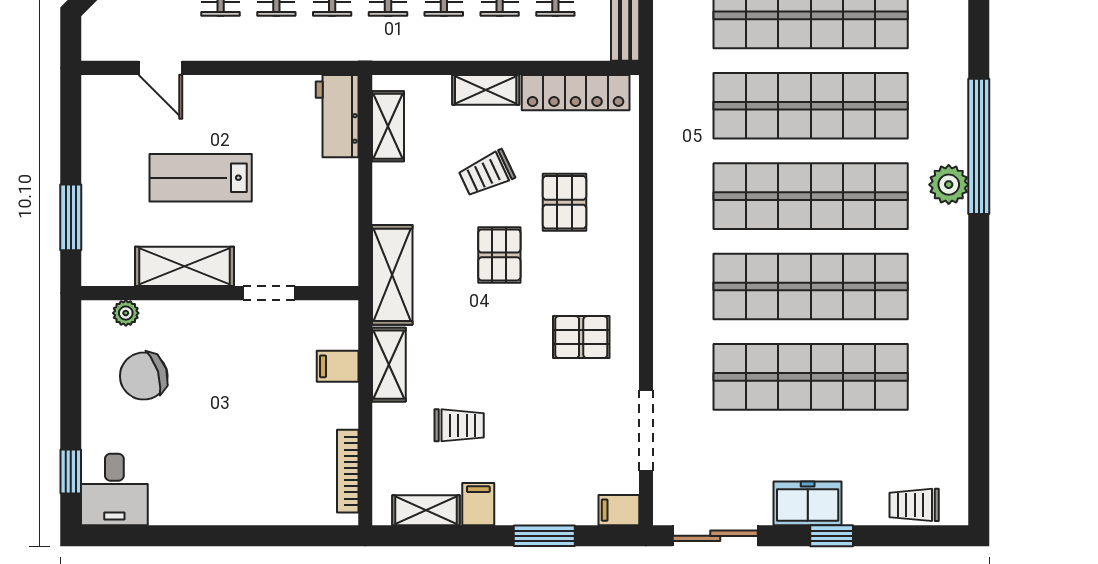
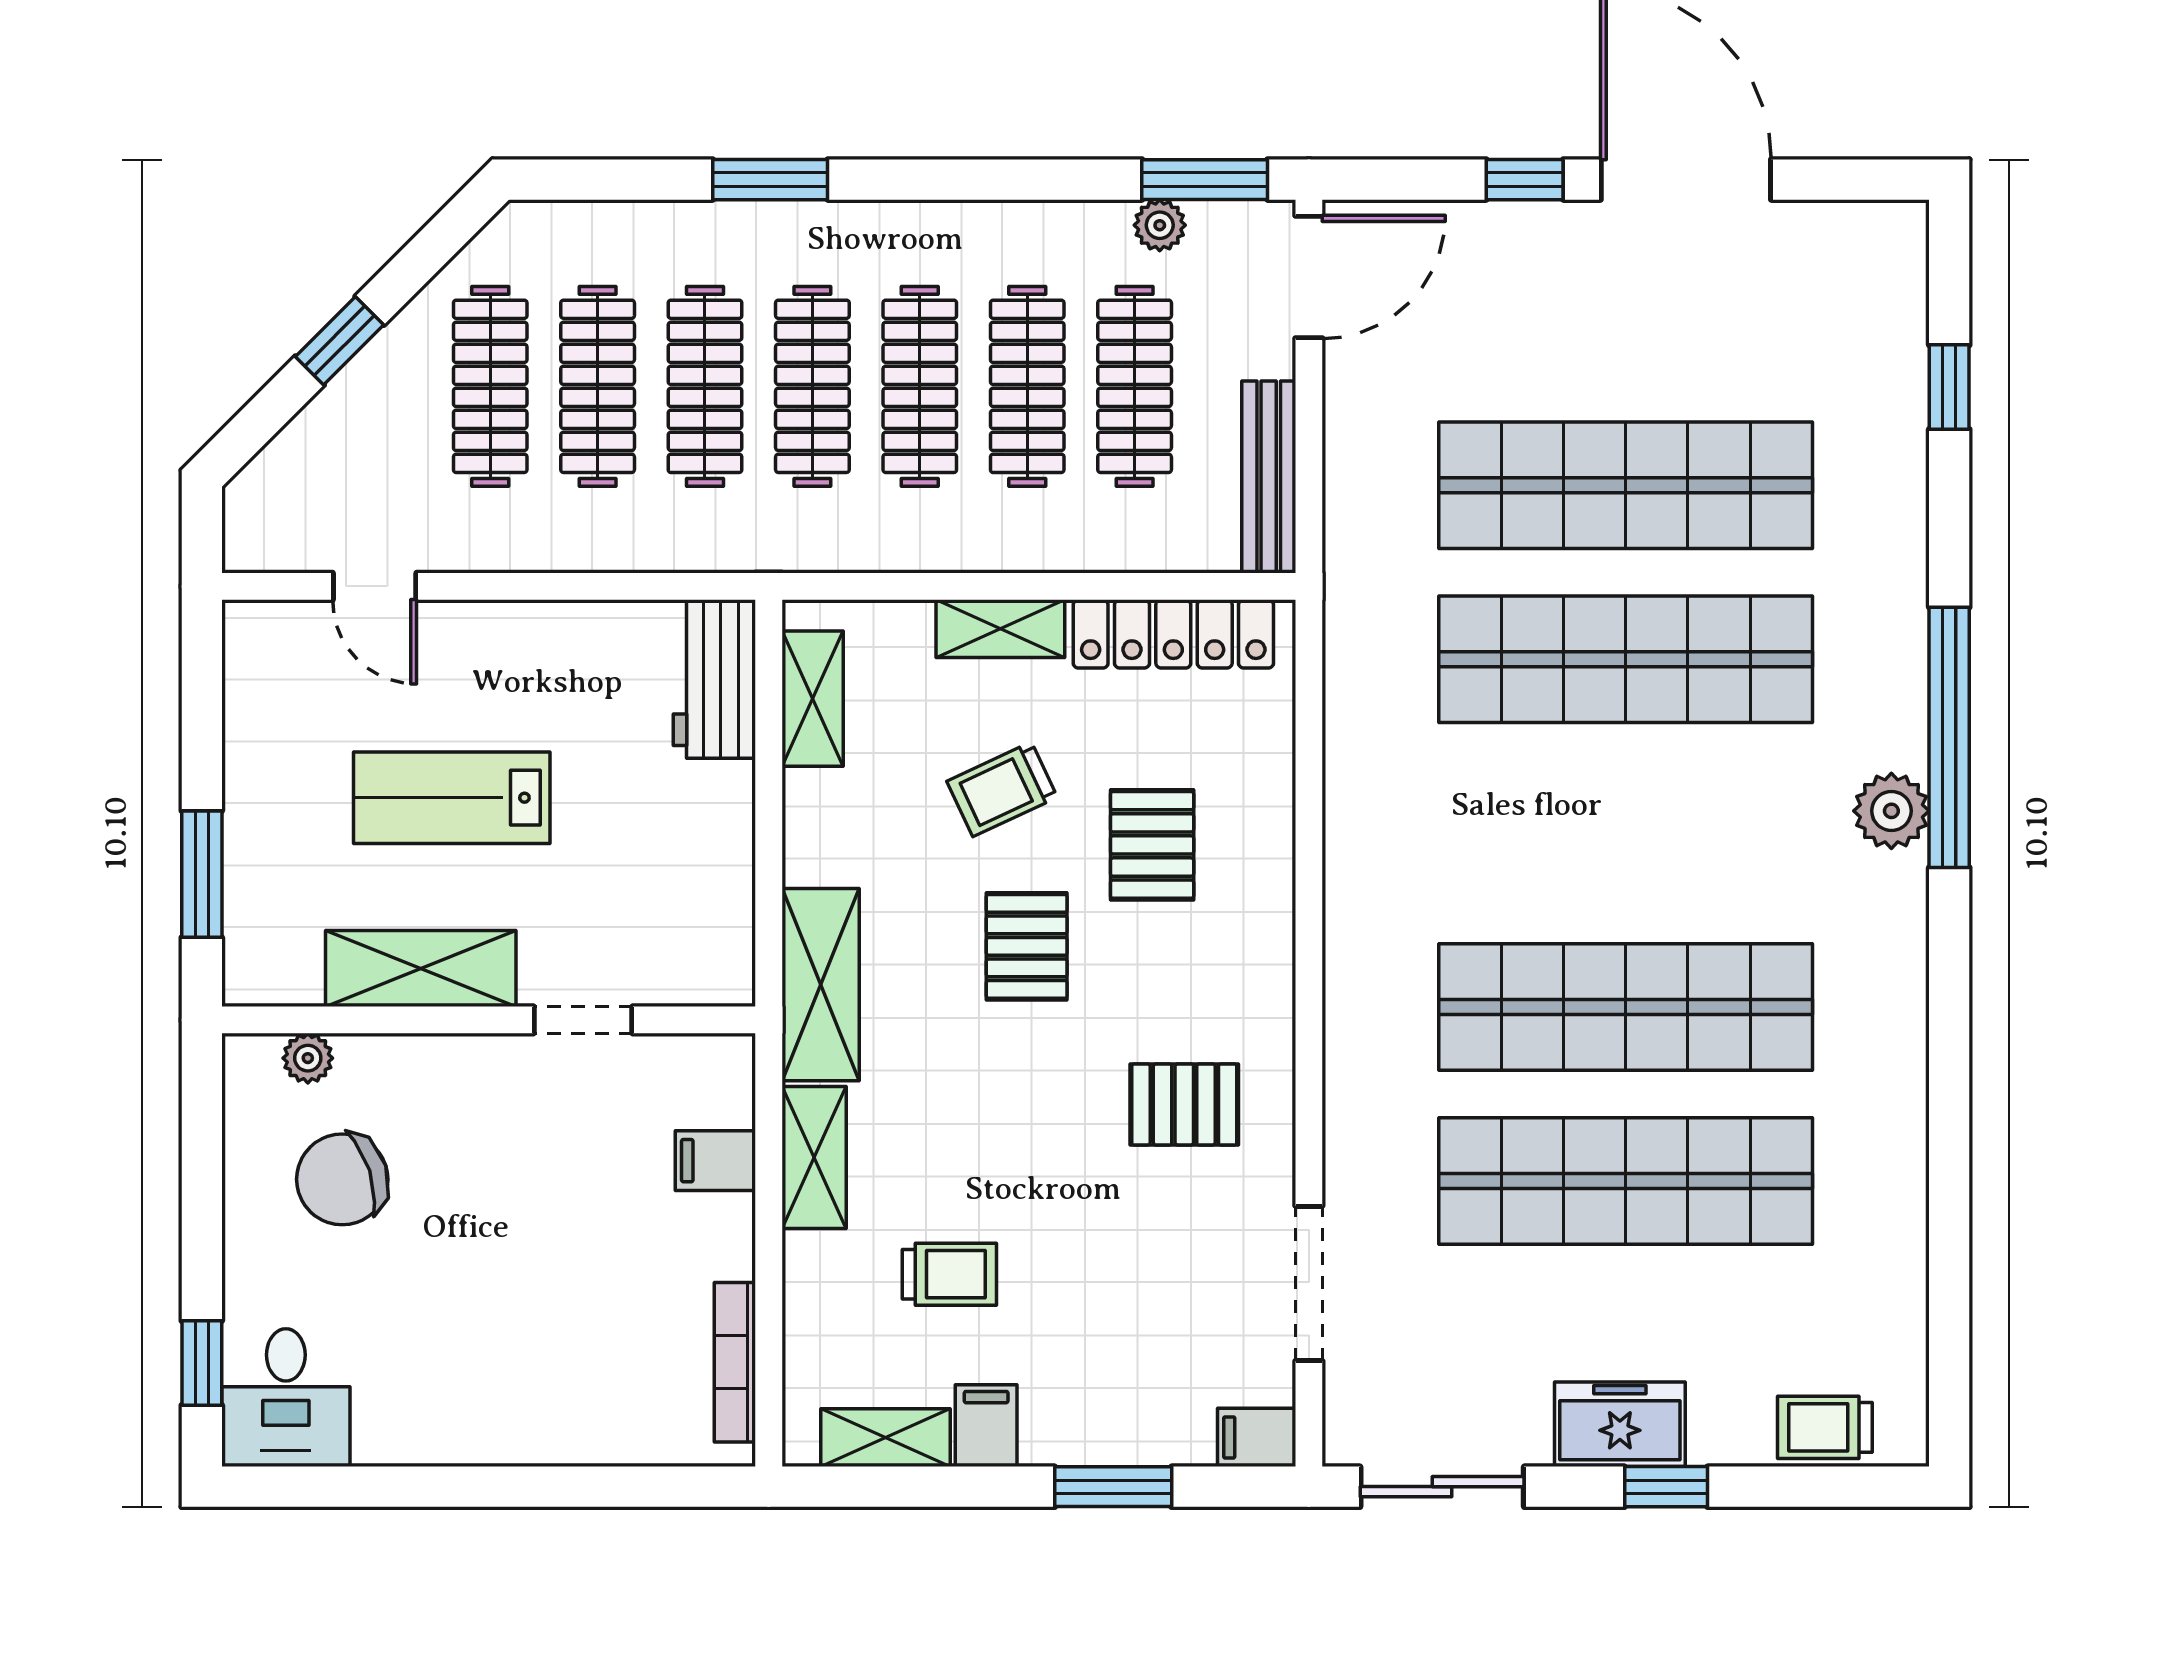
shop shelf: (811, 196) -> (1626, 833), removed

